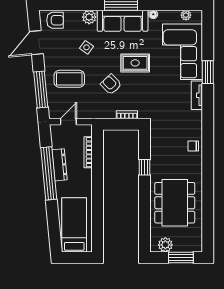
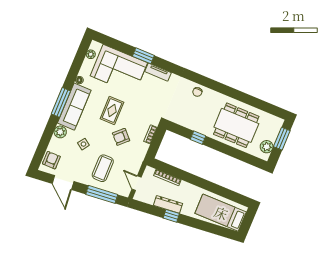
window: (49, 173) -> (171, 216), width x0.32

